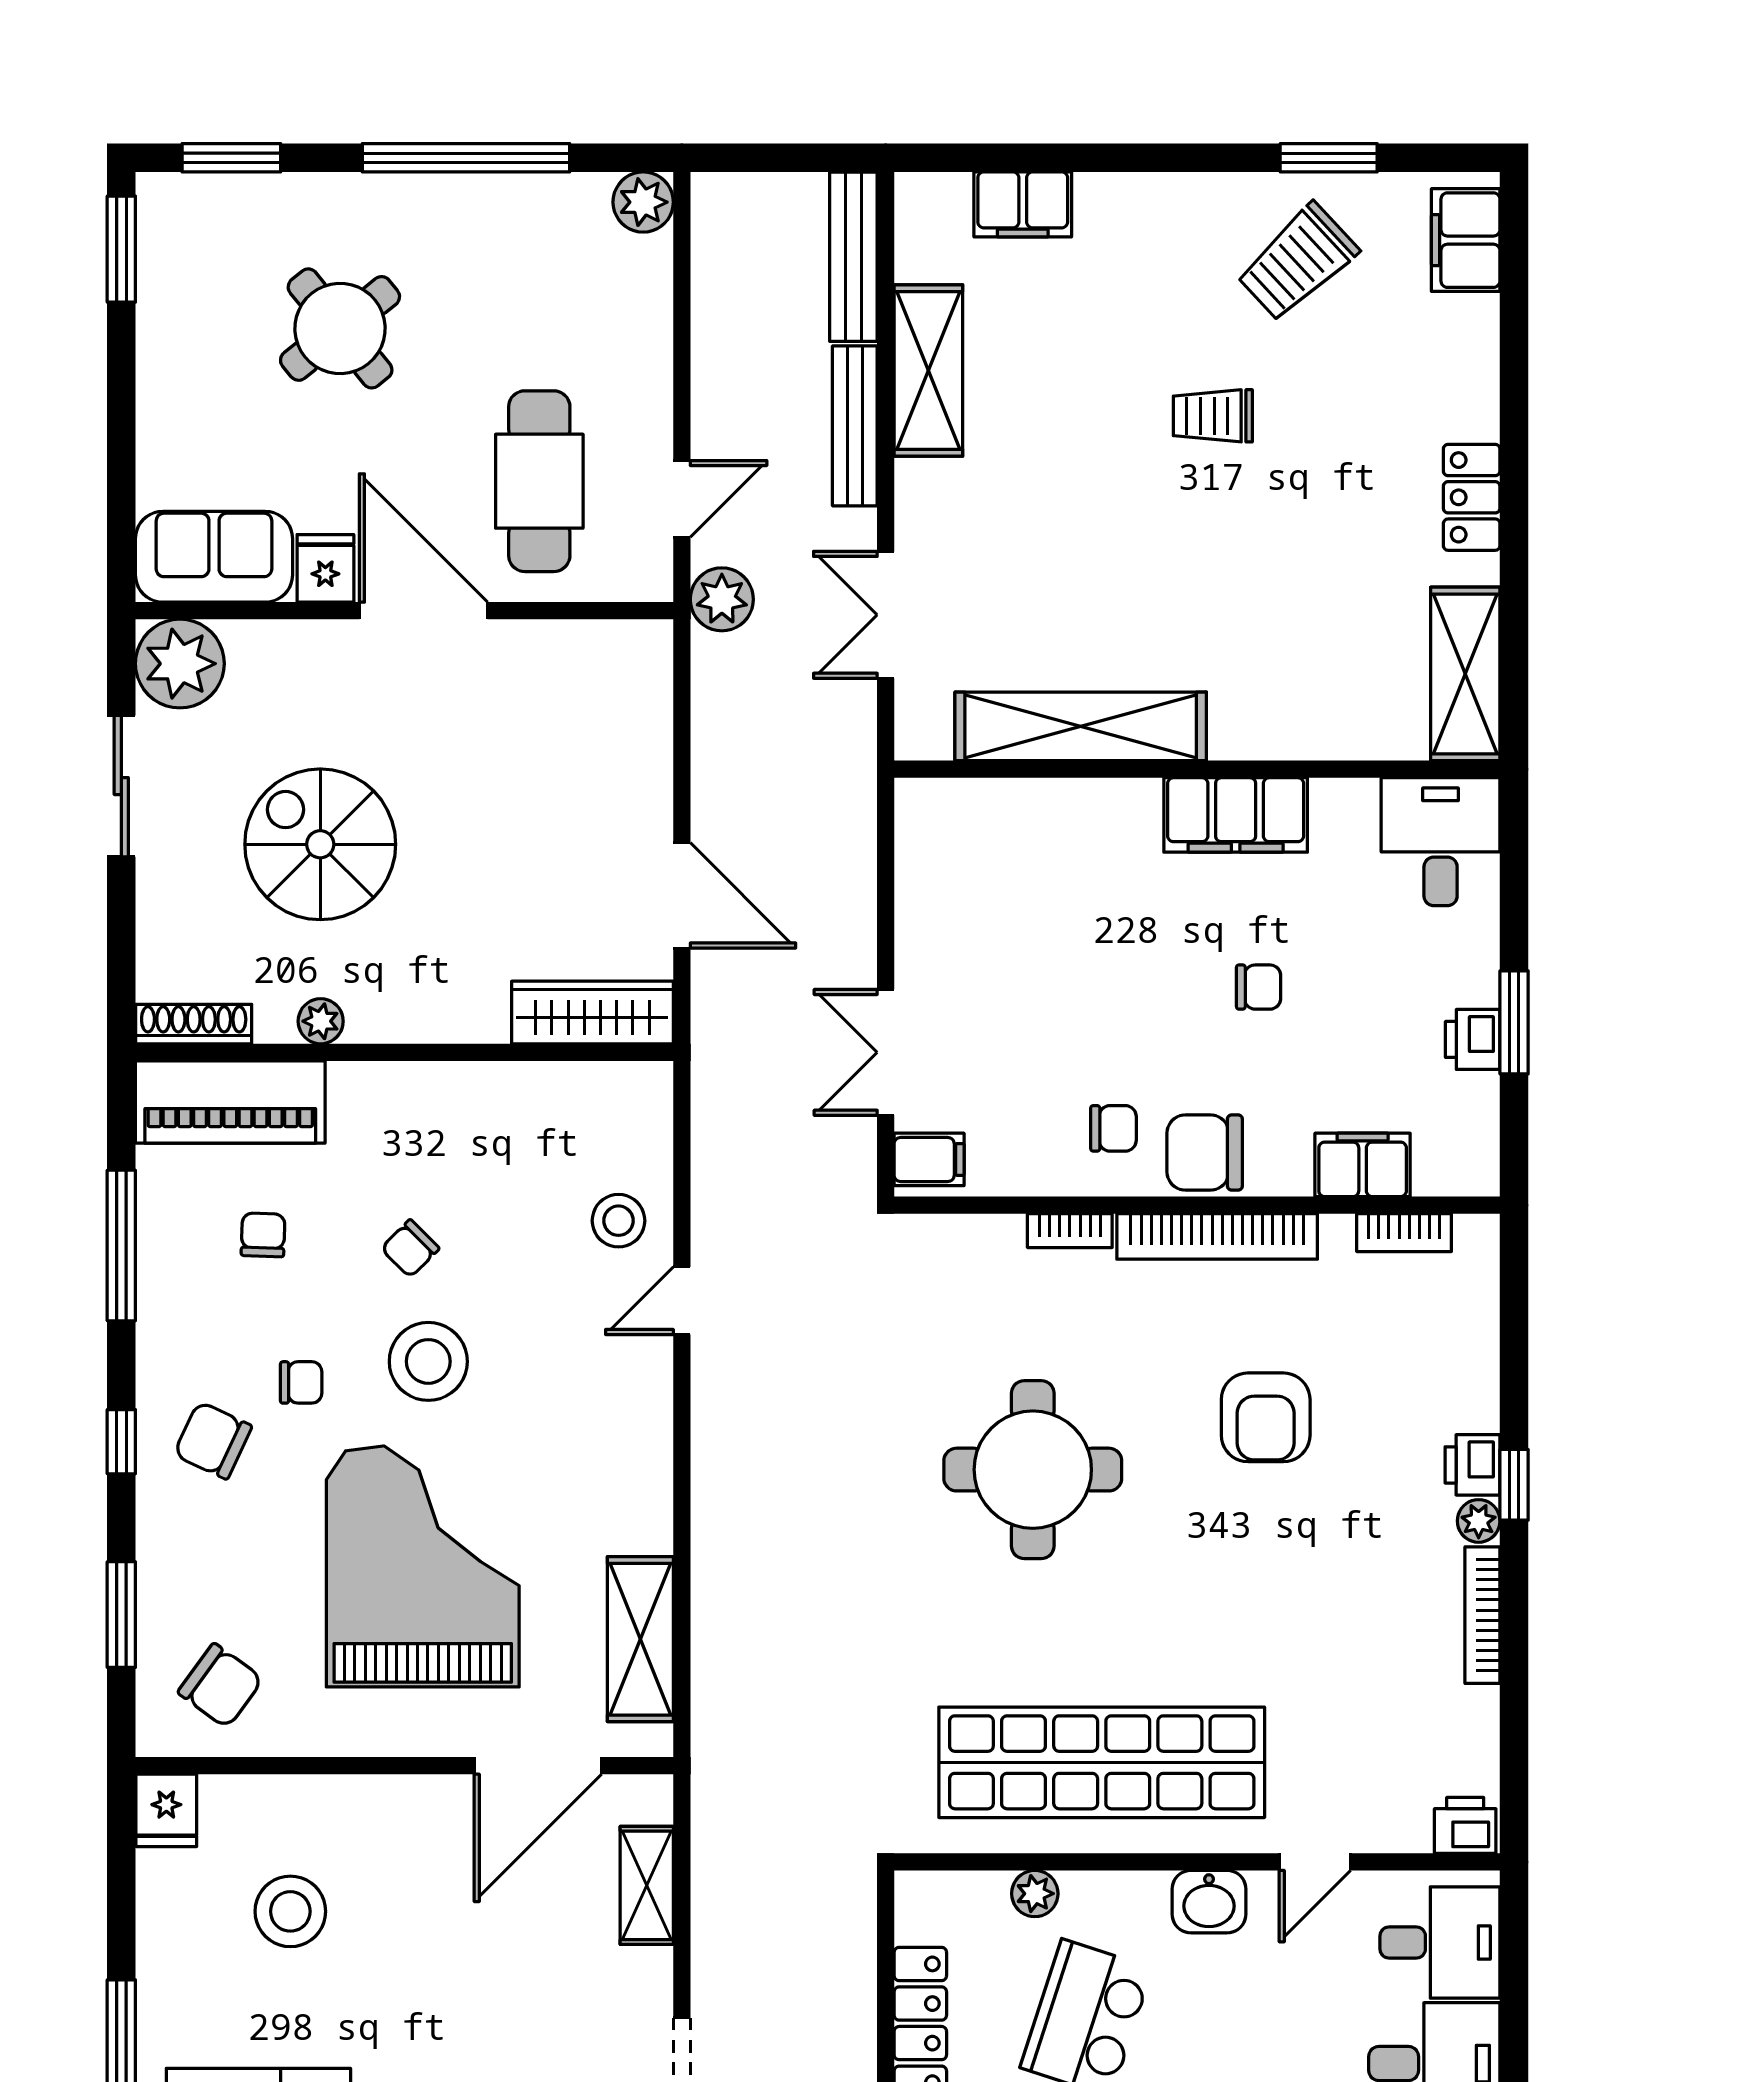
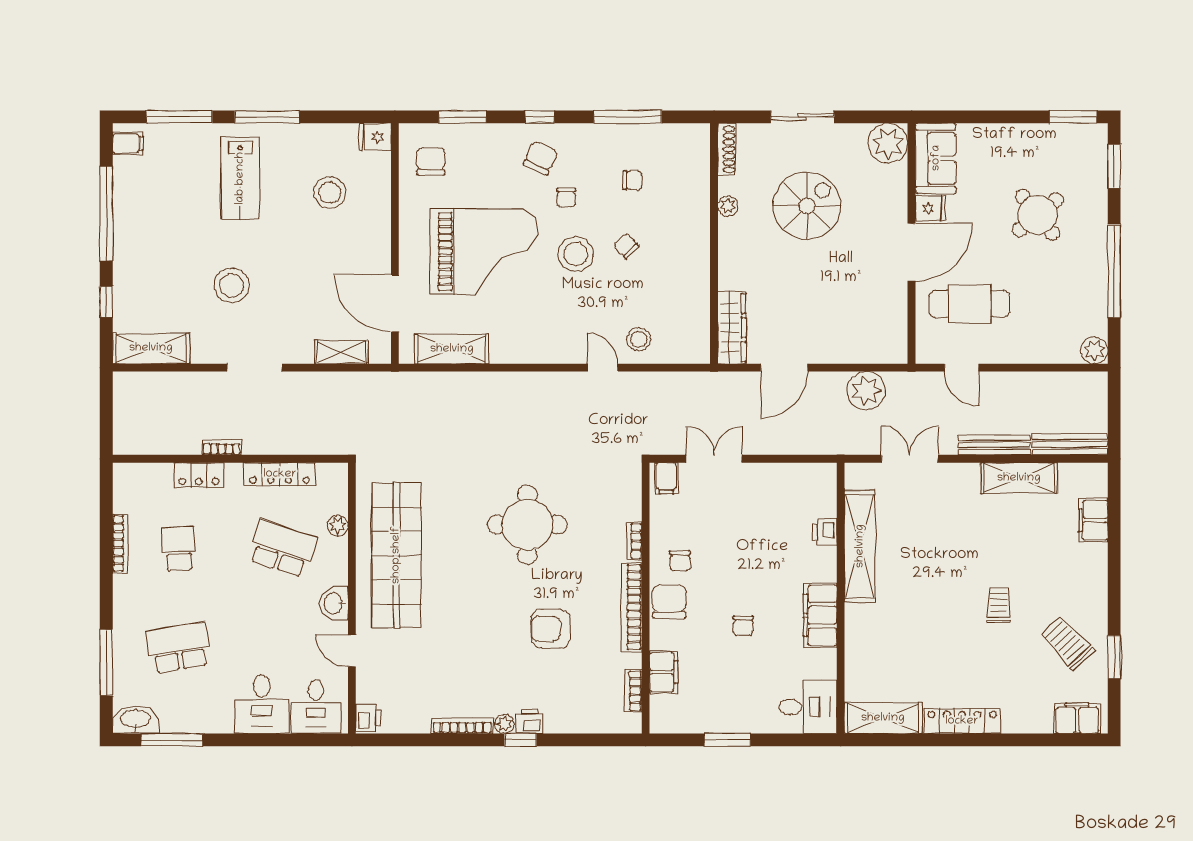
locker: (1472, 497) -> (962, 721), width x1.53
plant: (722, 599) -> (866, 391), moved, width x1.36, depth x1.36
sliding door: (121, 786) -> (802, 117), moved
printer: (1473, 1039) -> (825, 532), moved, turned -90
piano: (230, 1102) -> (692, 166), removed
chair: (220, 1686) -> (431, 161), turned 144

